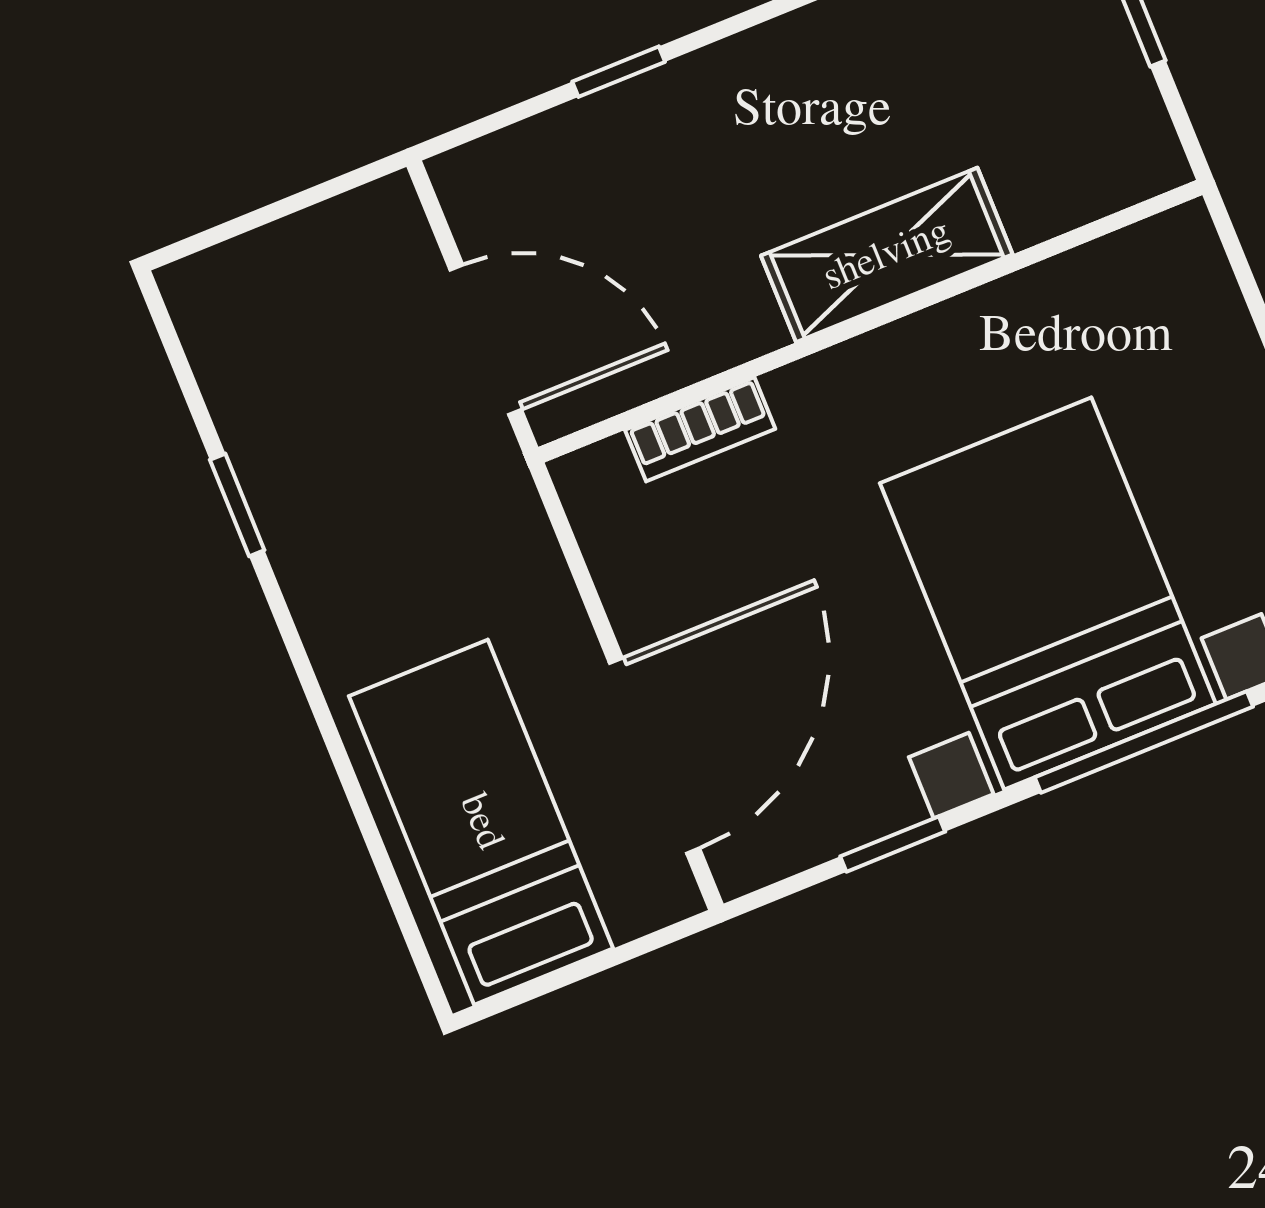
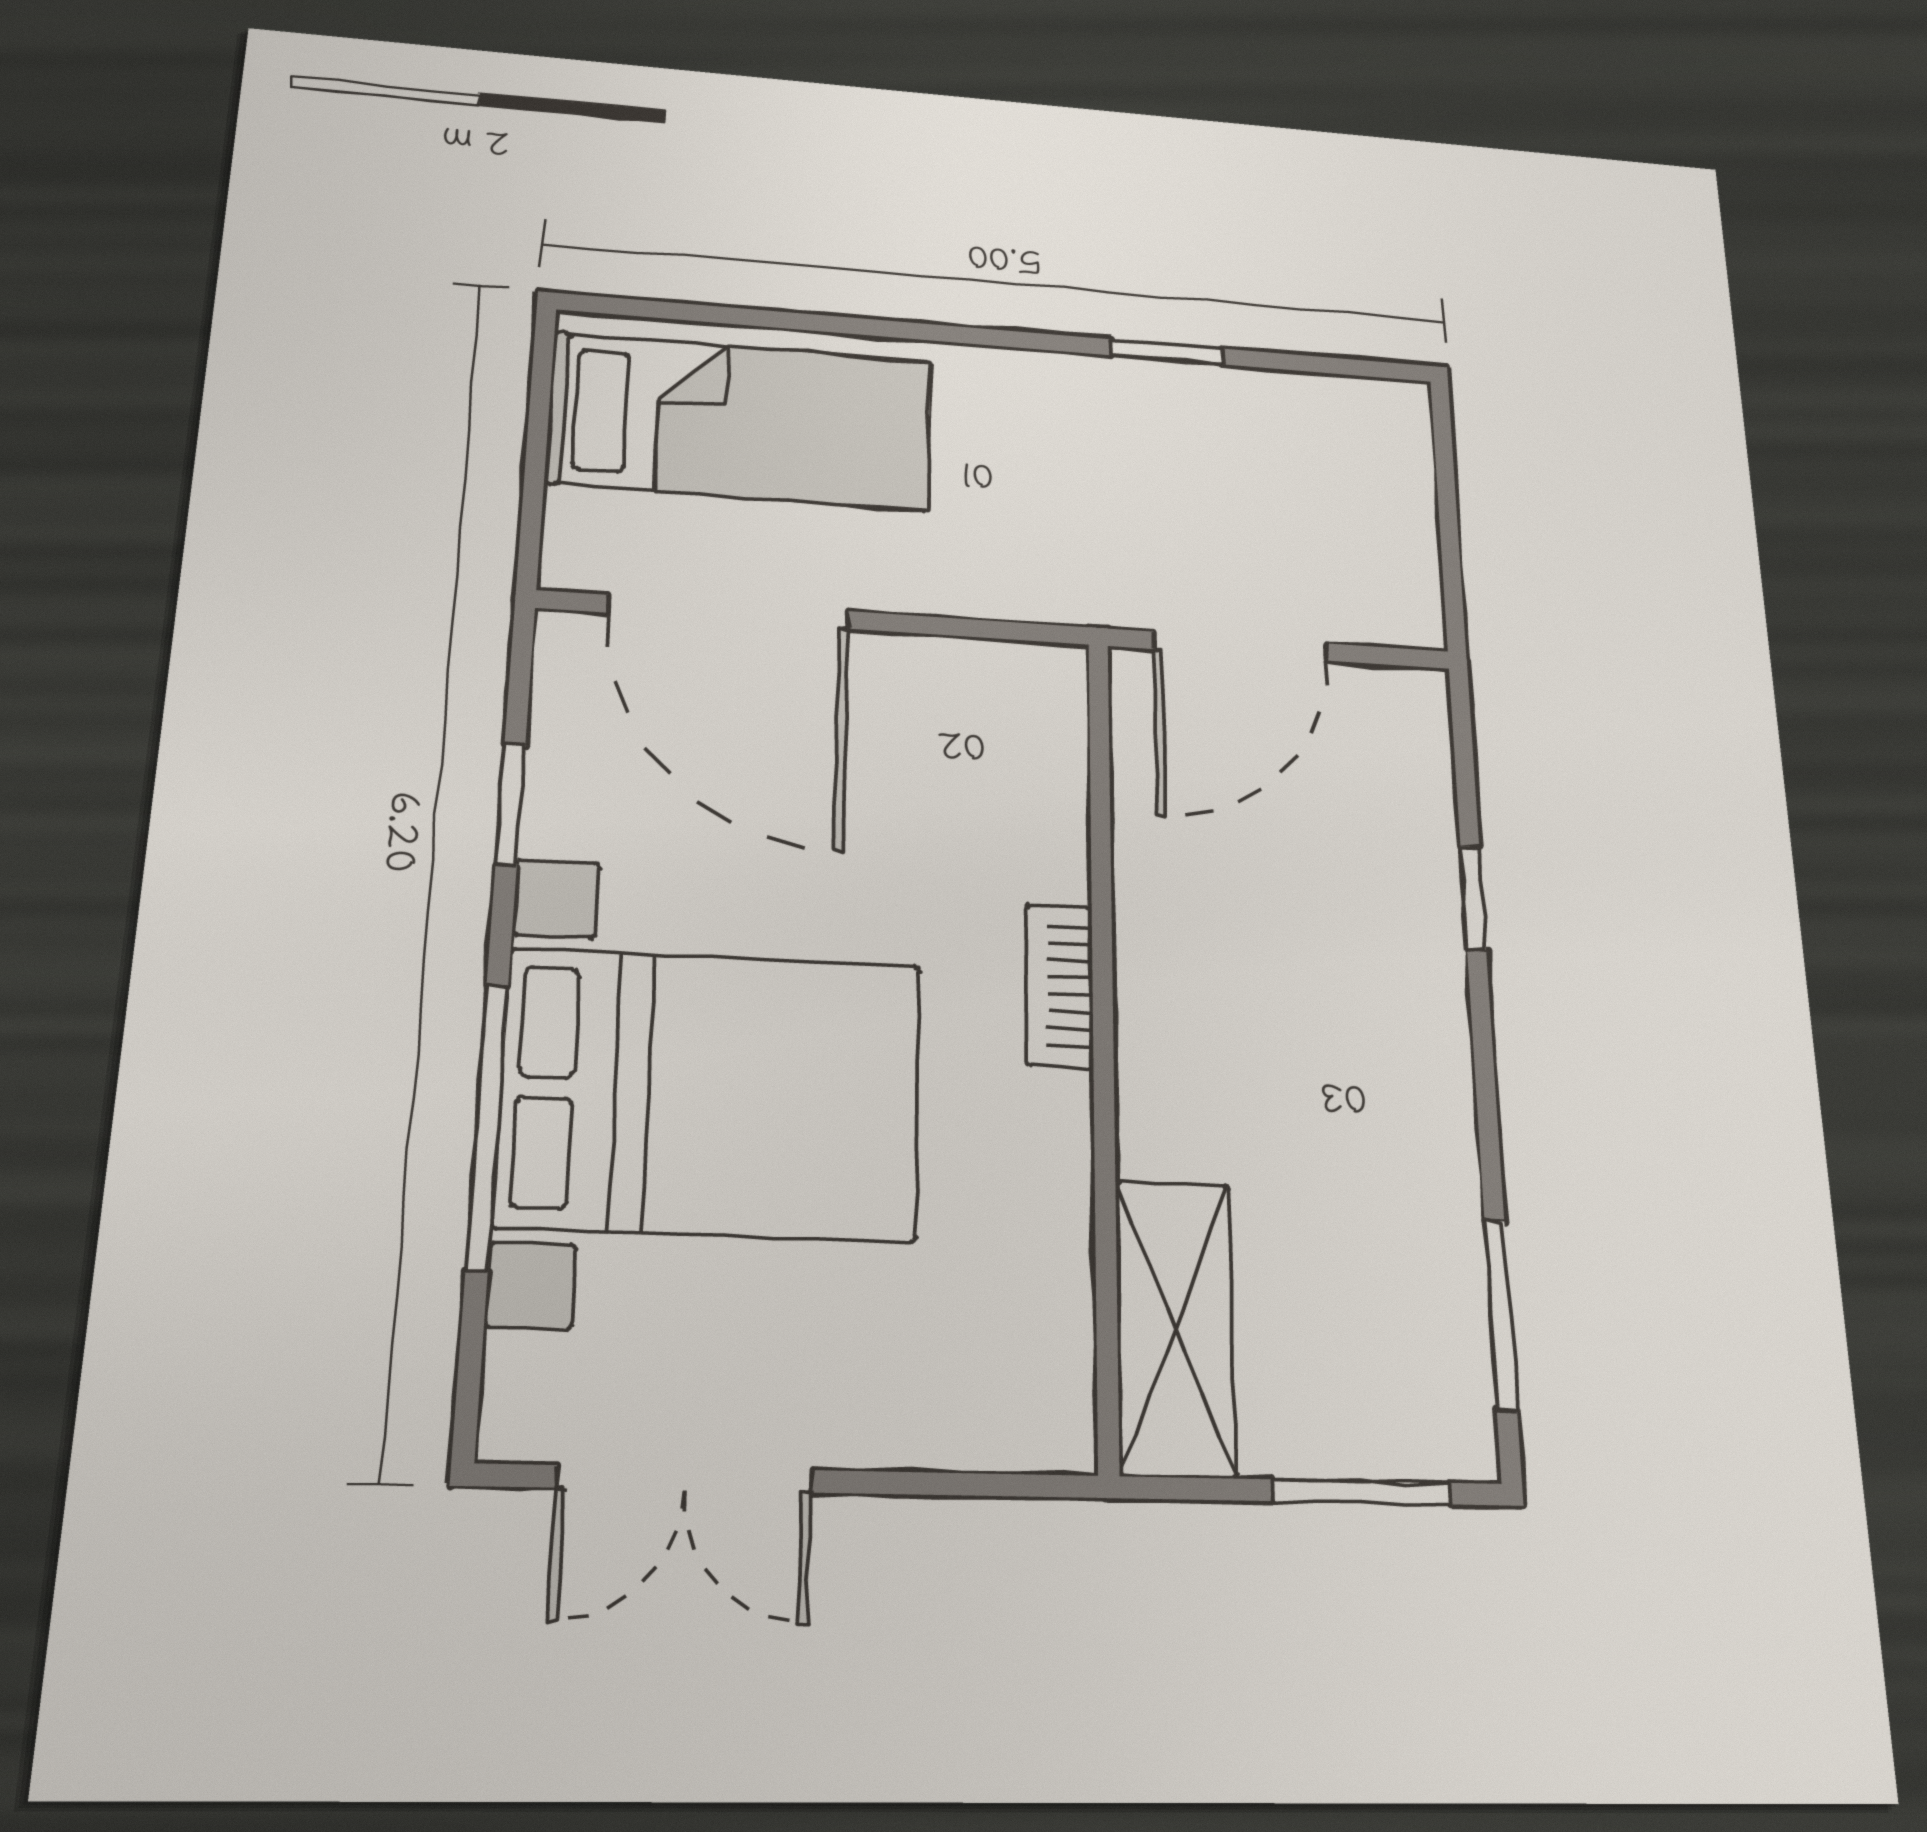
shelving: (887, 255) -> (1175, 1328), moved
bookcase: (700, 429) -> (1060, 986), moved

